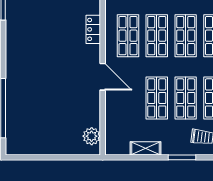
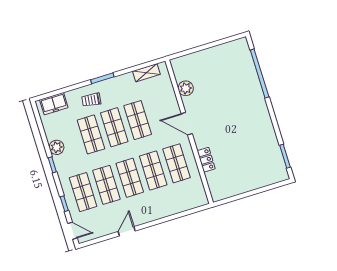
plant: (92, 136) -> (186, 88), moved
shelving: (146, 148) -> (146, 73), moved

